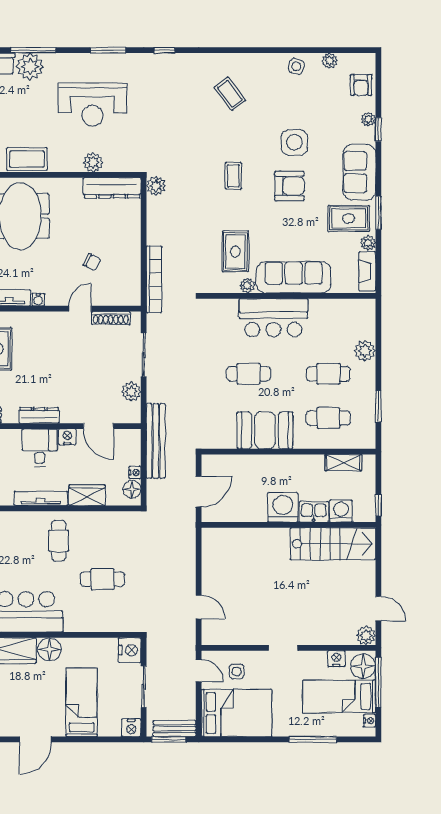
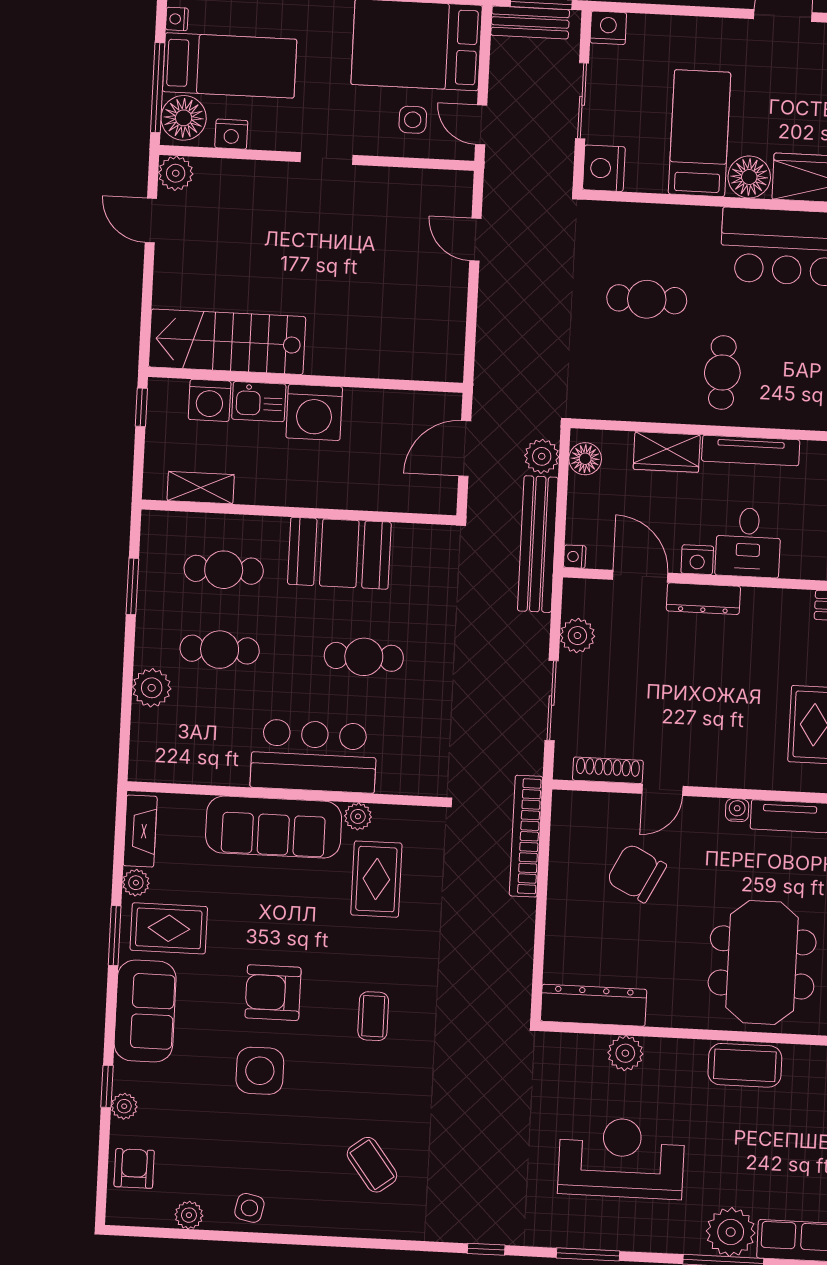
plant: (156, 186) -> (542, 456), moved
chair: (92, 262) -> (636, 873), width x1.87, depth x1.87
dresser: (39, 415) -> (703, 599), moved
nightstand: (135, 473) -> (575, 557), moved
bed: (82, 702) -> (700, 133), moved, turned 180

